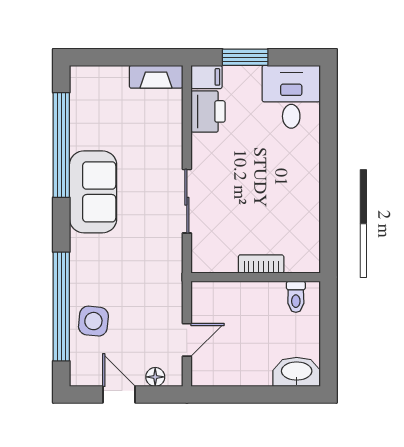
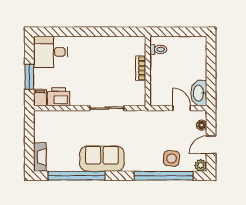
fireplace: (156, 77) -> (40, 157), moved
washbasin: (297, 372) -> (199, 93), moved
plant: (81, 375) -> (201, 165), added

